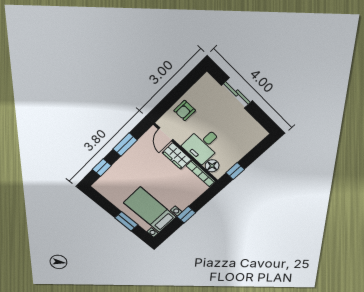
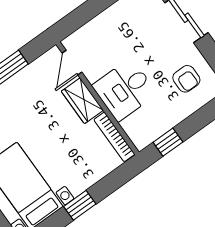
armchair: (185, 111) -> (186, 79), moved, turned -90
floor lamp: (212, 166) -> (134, 127), removed

